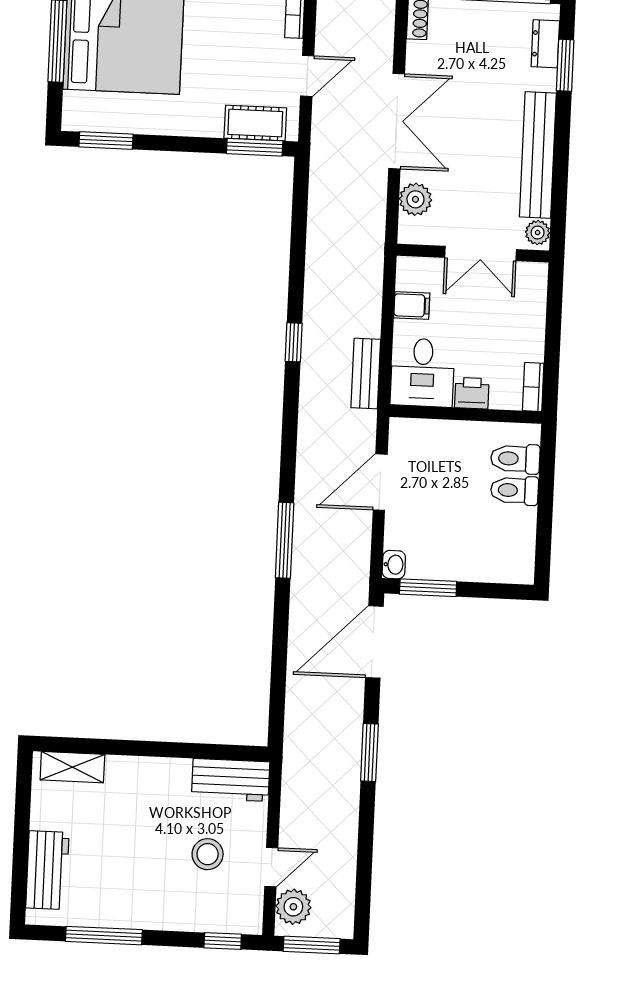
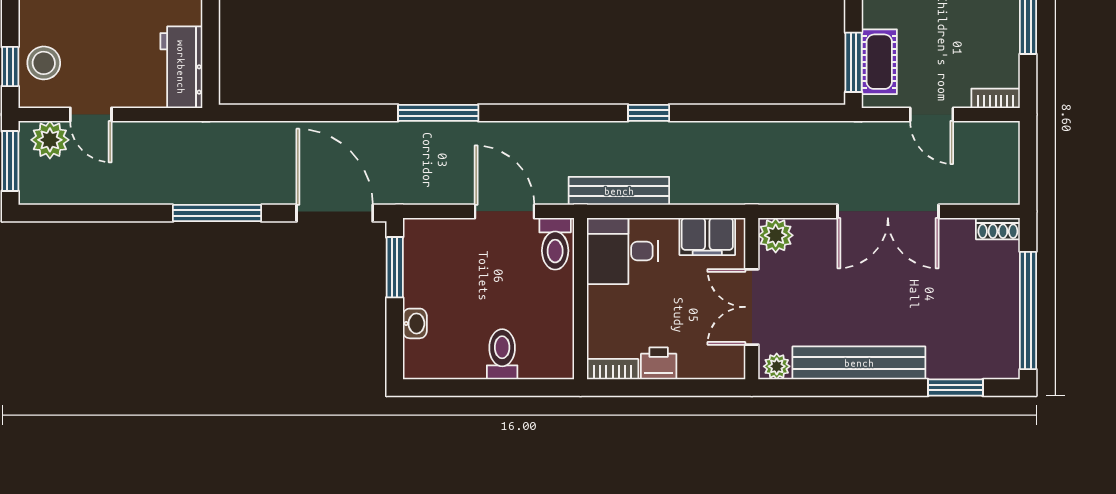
dresser: (545, 44) -> (977, 365), removed
plant: (415, 199) -> (776, 235), moved
filing cabinet: (412, 305) -> (707, 236), width x2.00
bench: (366, 374) -> (619, 191), width x1.36
printer: (472, 393) -> (659, 363), moved, turned -90
toilet: (515, 459) -> (555, 244), moved, turned 180
washbasin: (394, 565) -> (415, 323), moved, turned -90
window: (369, 753) -> (217, 213), width x1.44
stool: (208, 854) -> (44, 63), moved

